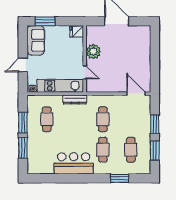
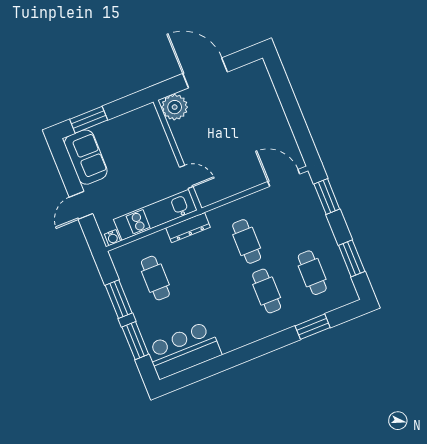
fridge: (77, 31) -> (147, 116), removed
plant: (93, 52) -> (175, 107), moved
window: (155, 124) -> (327, 196), moved
bar counter: (74, 163) -> (184, 350), moved

